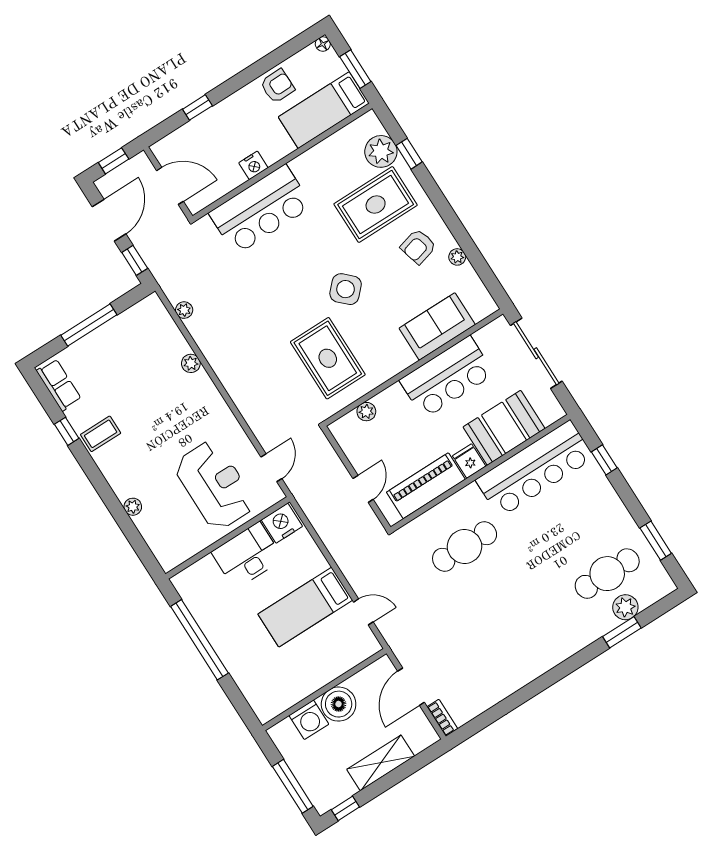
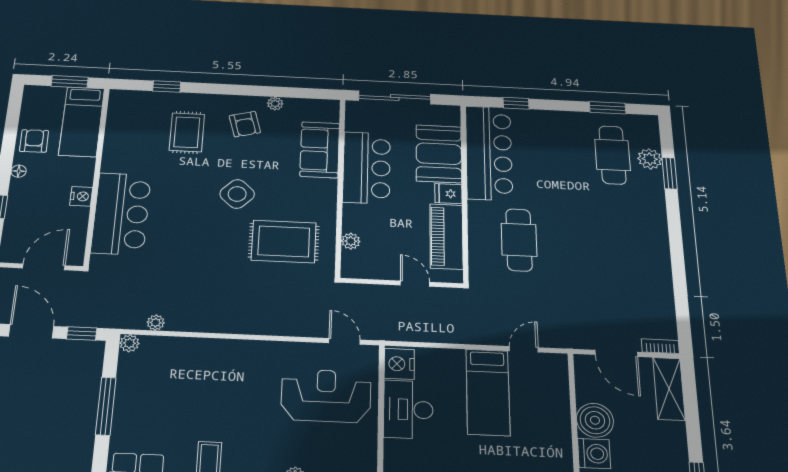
floor lamp: (323, 44) -> (19, 171), moved
plant: (381, 151) -> (148, 104), removed
rug: (376, 205) -> (187, 132), width x0.73, depth x0.70
plant: (191, 363) -> (129, 343), moved
shelving: (381, 763) -> (669, 389), moved

